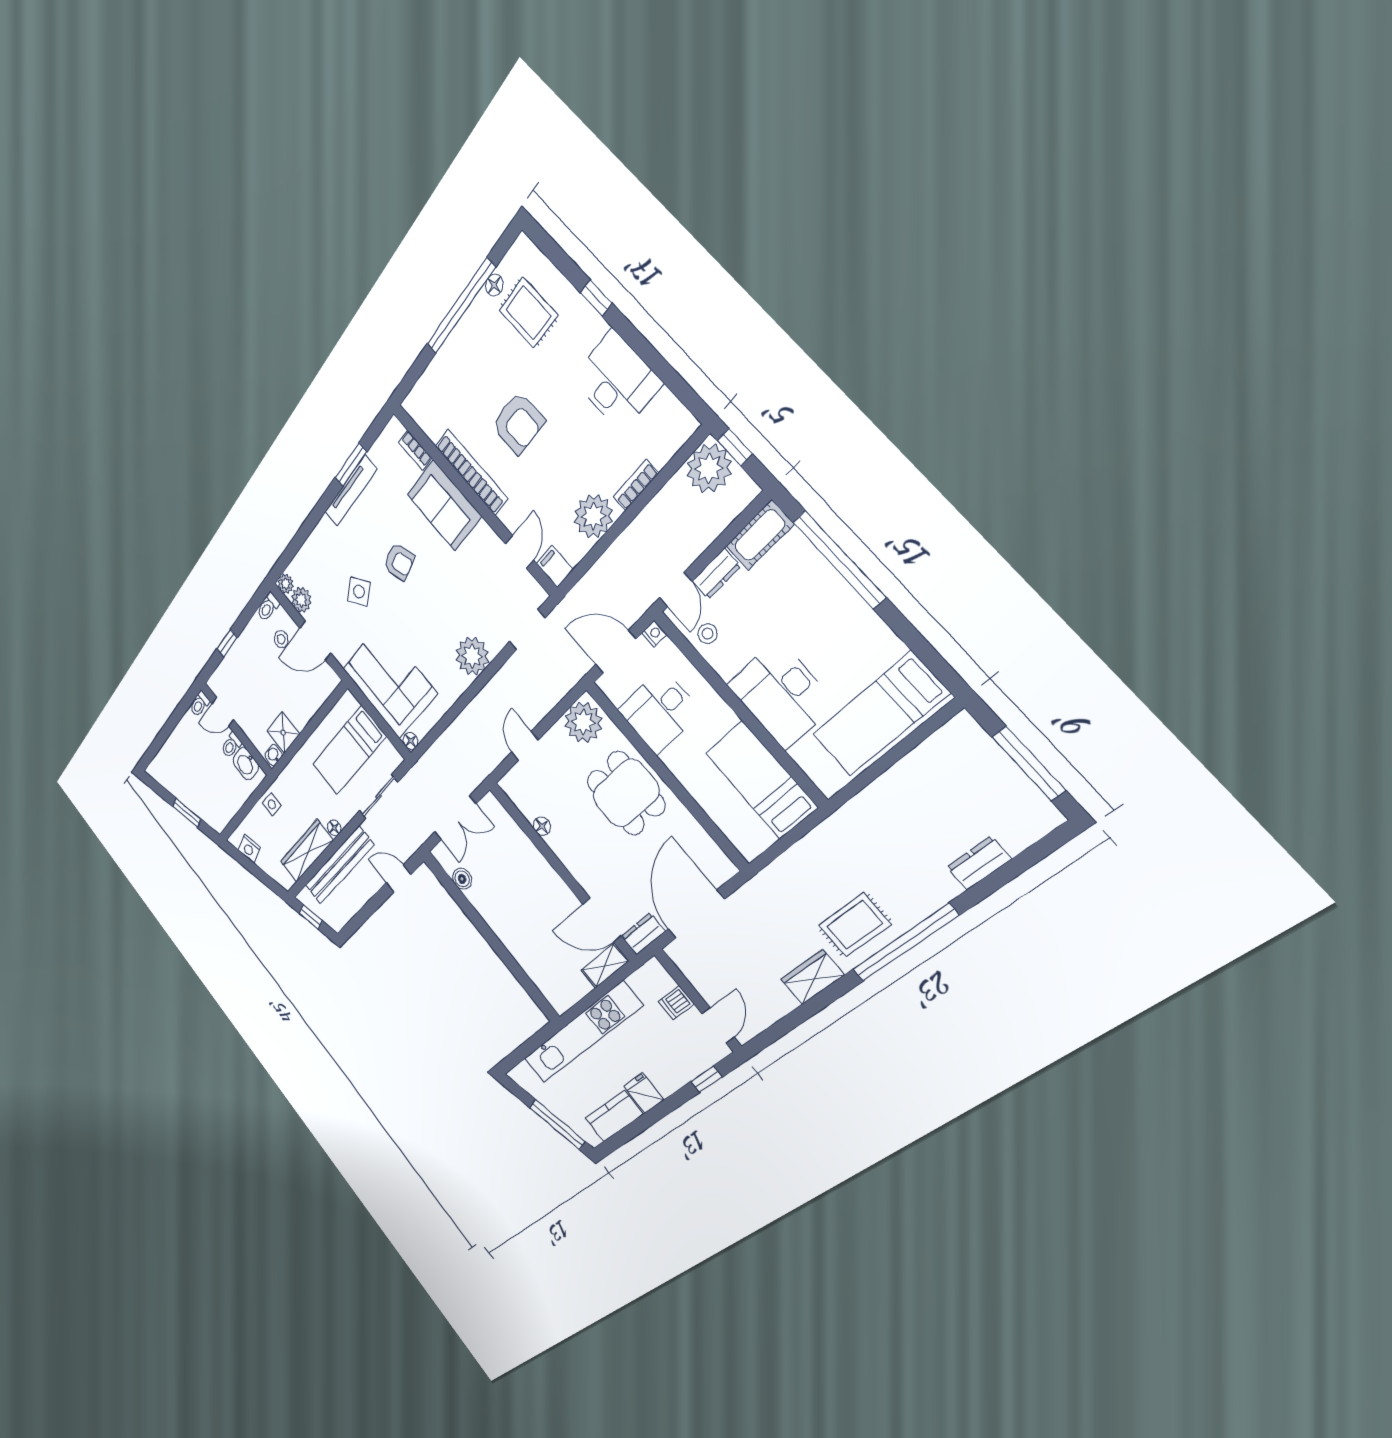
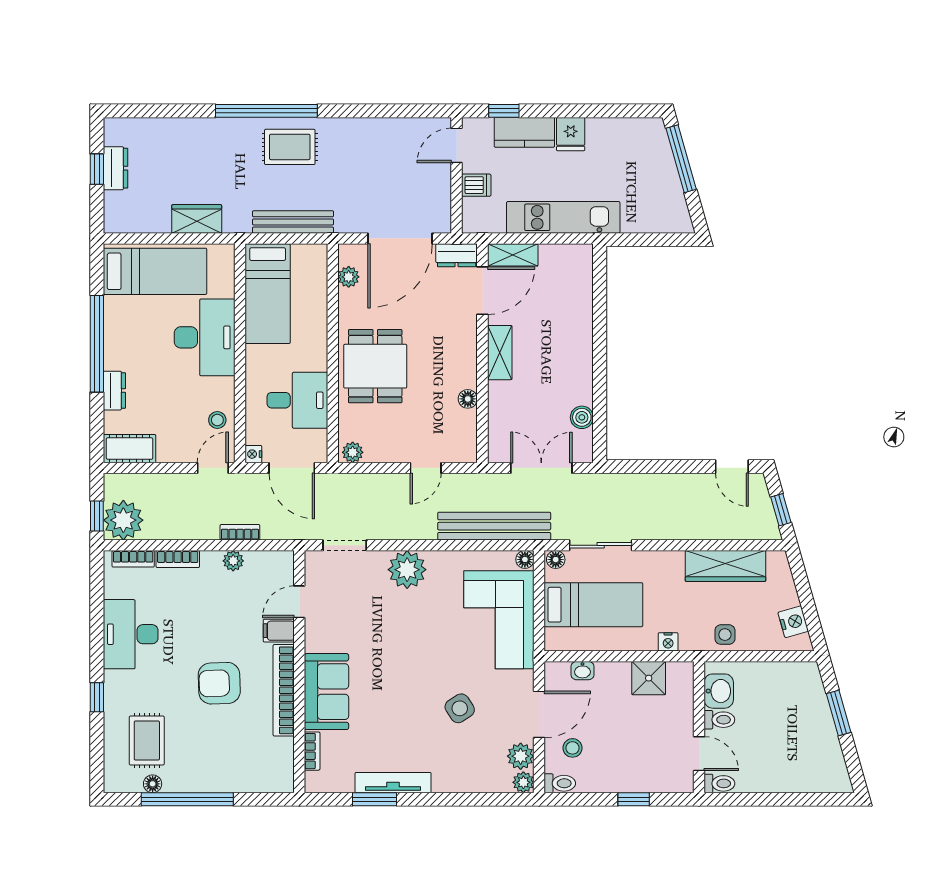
armchair: (518, 423) -> (219, 683), turned -92
bookcase: (671, 445) -> (133, 559), added
plant: (593, 516) -> (233, 561), width x0.53, depth x0.53
bookcase: (608, 559) -> (240, 532), added
window: (839, 560) -> (97, 344), moved
armchair: (399, 562) -> (403, 693), removed
filing cabinet: (555, 567) -> (279, 631), moved, turned 90
dresser: (716, 574) -> (114, 391), moved, turned 90
door: (315, 641) -> (539, 714), hinge flipped
plant: (583, 722) -> (353, 452), width x0.53, depth x0.53
washbasin: (274, 755) -> (582, 671), moved
window: (1029, 764) -> (97, 169), width x0.46
nightstand: (293, 768) -> (668, 642), added
floor lamp: (334, 828) -> (556, 560), moved
plant: (708, 850) -> (349, 277), added
bench: (794, 860) -> (293, 222), added
dresser: (979, 863) -> (116, 168), moved, turned -90
bench: (339, 865) -> (494, 526), moved
door: (399, 878) -> (732, 467), moved
shelving: (551, 881) -> (500, 353), added
door: (602, 920) -> (482, 291), hinge flipped
wardrobe: (812, 977) -> (197, 219), moved, turned 180
kitchen unit: (582, 1033) -> (563, 217), width x0.73
kitchen counter: (614, 1116) -> (524, 132), moved

